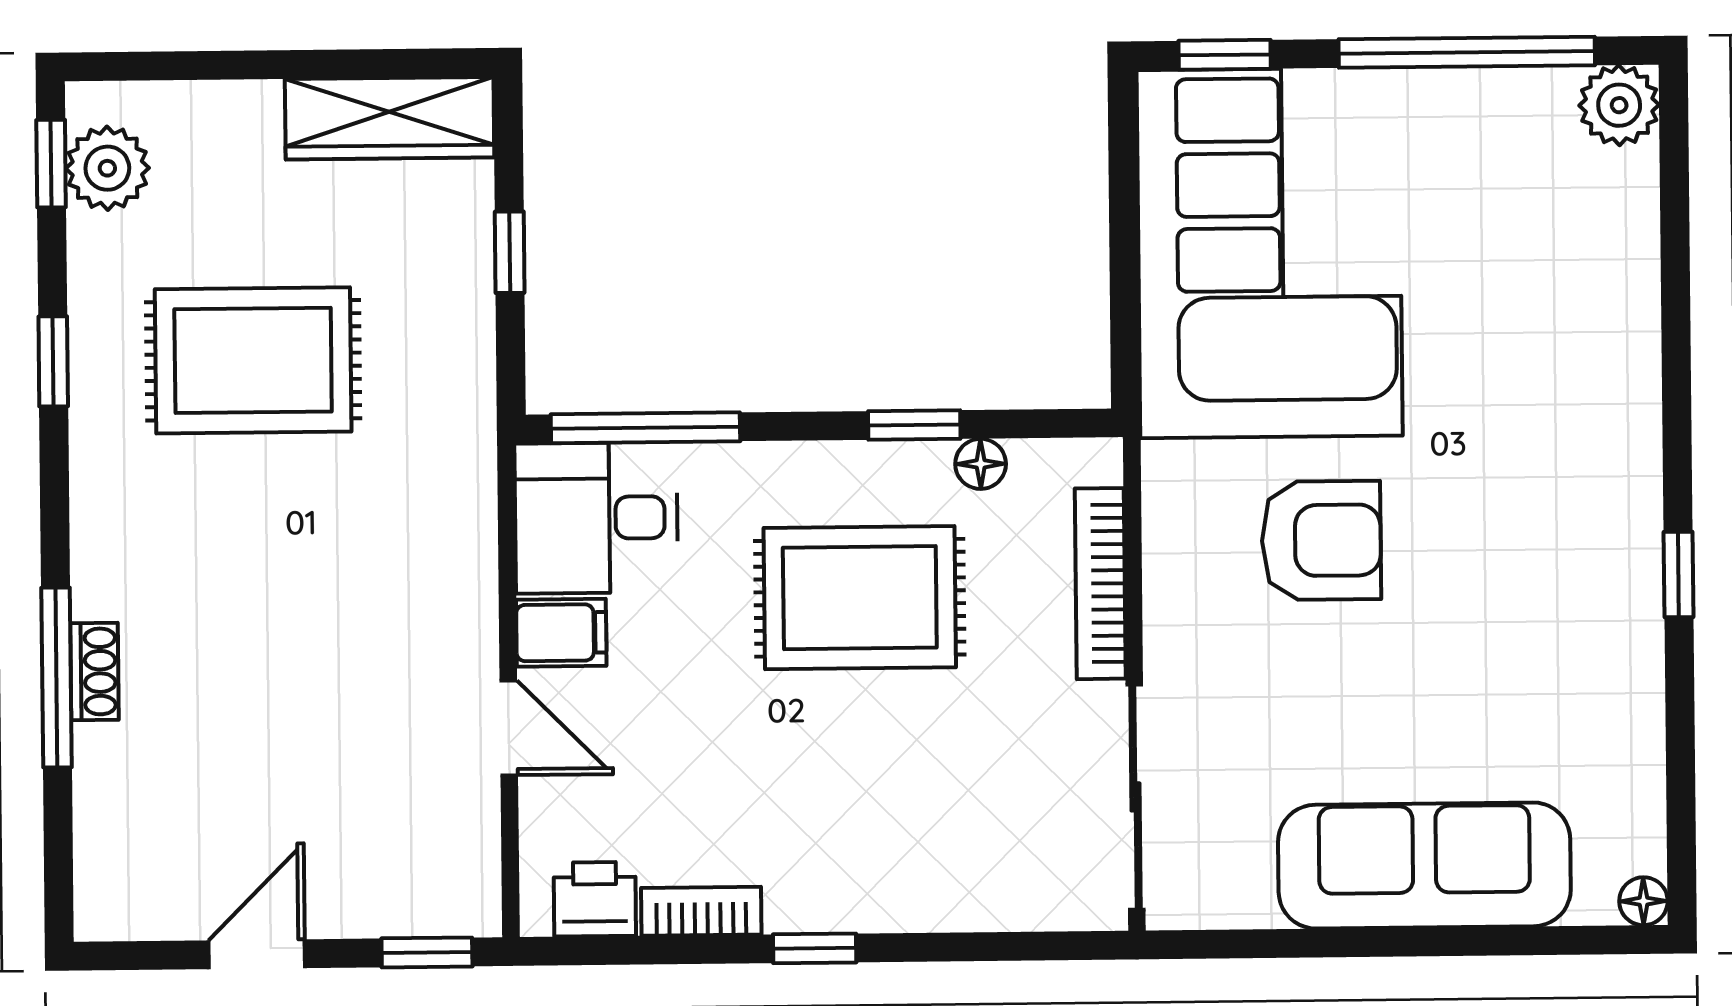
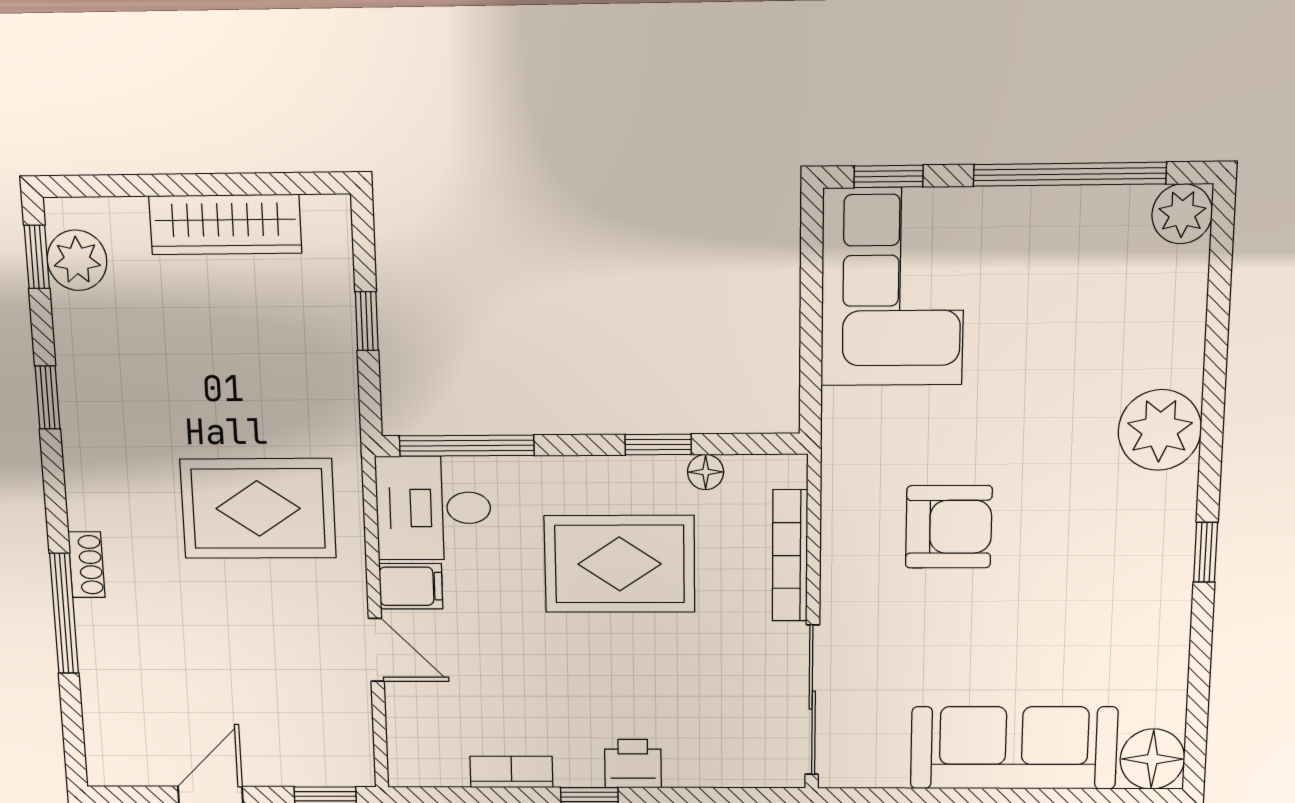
wardrobe: (390, 118) -> (225, 225), moved
corner sofa: (1270, 253) -> (893, 287), width x0.73, depth x0.74
rug: (253, 360) -> (258, 509), moved
plant: (1606, 401) -> (1160, 430), added
shoe rack: (94, 671) -> (86, 565), moved
printer: (595, 899) -> (633, 764), moved
floor lamp: (1643, 901) -> (1152, 759), width x1.89, depth x1.89

